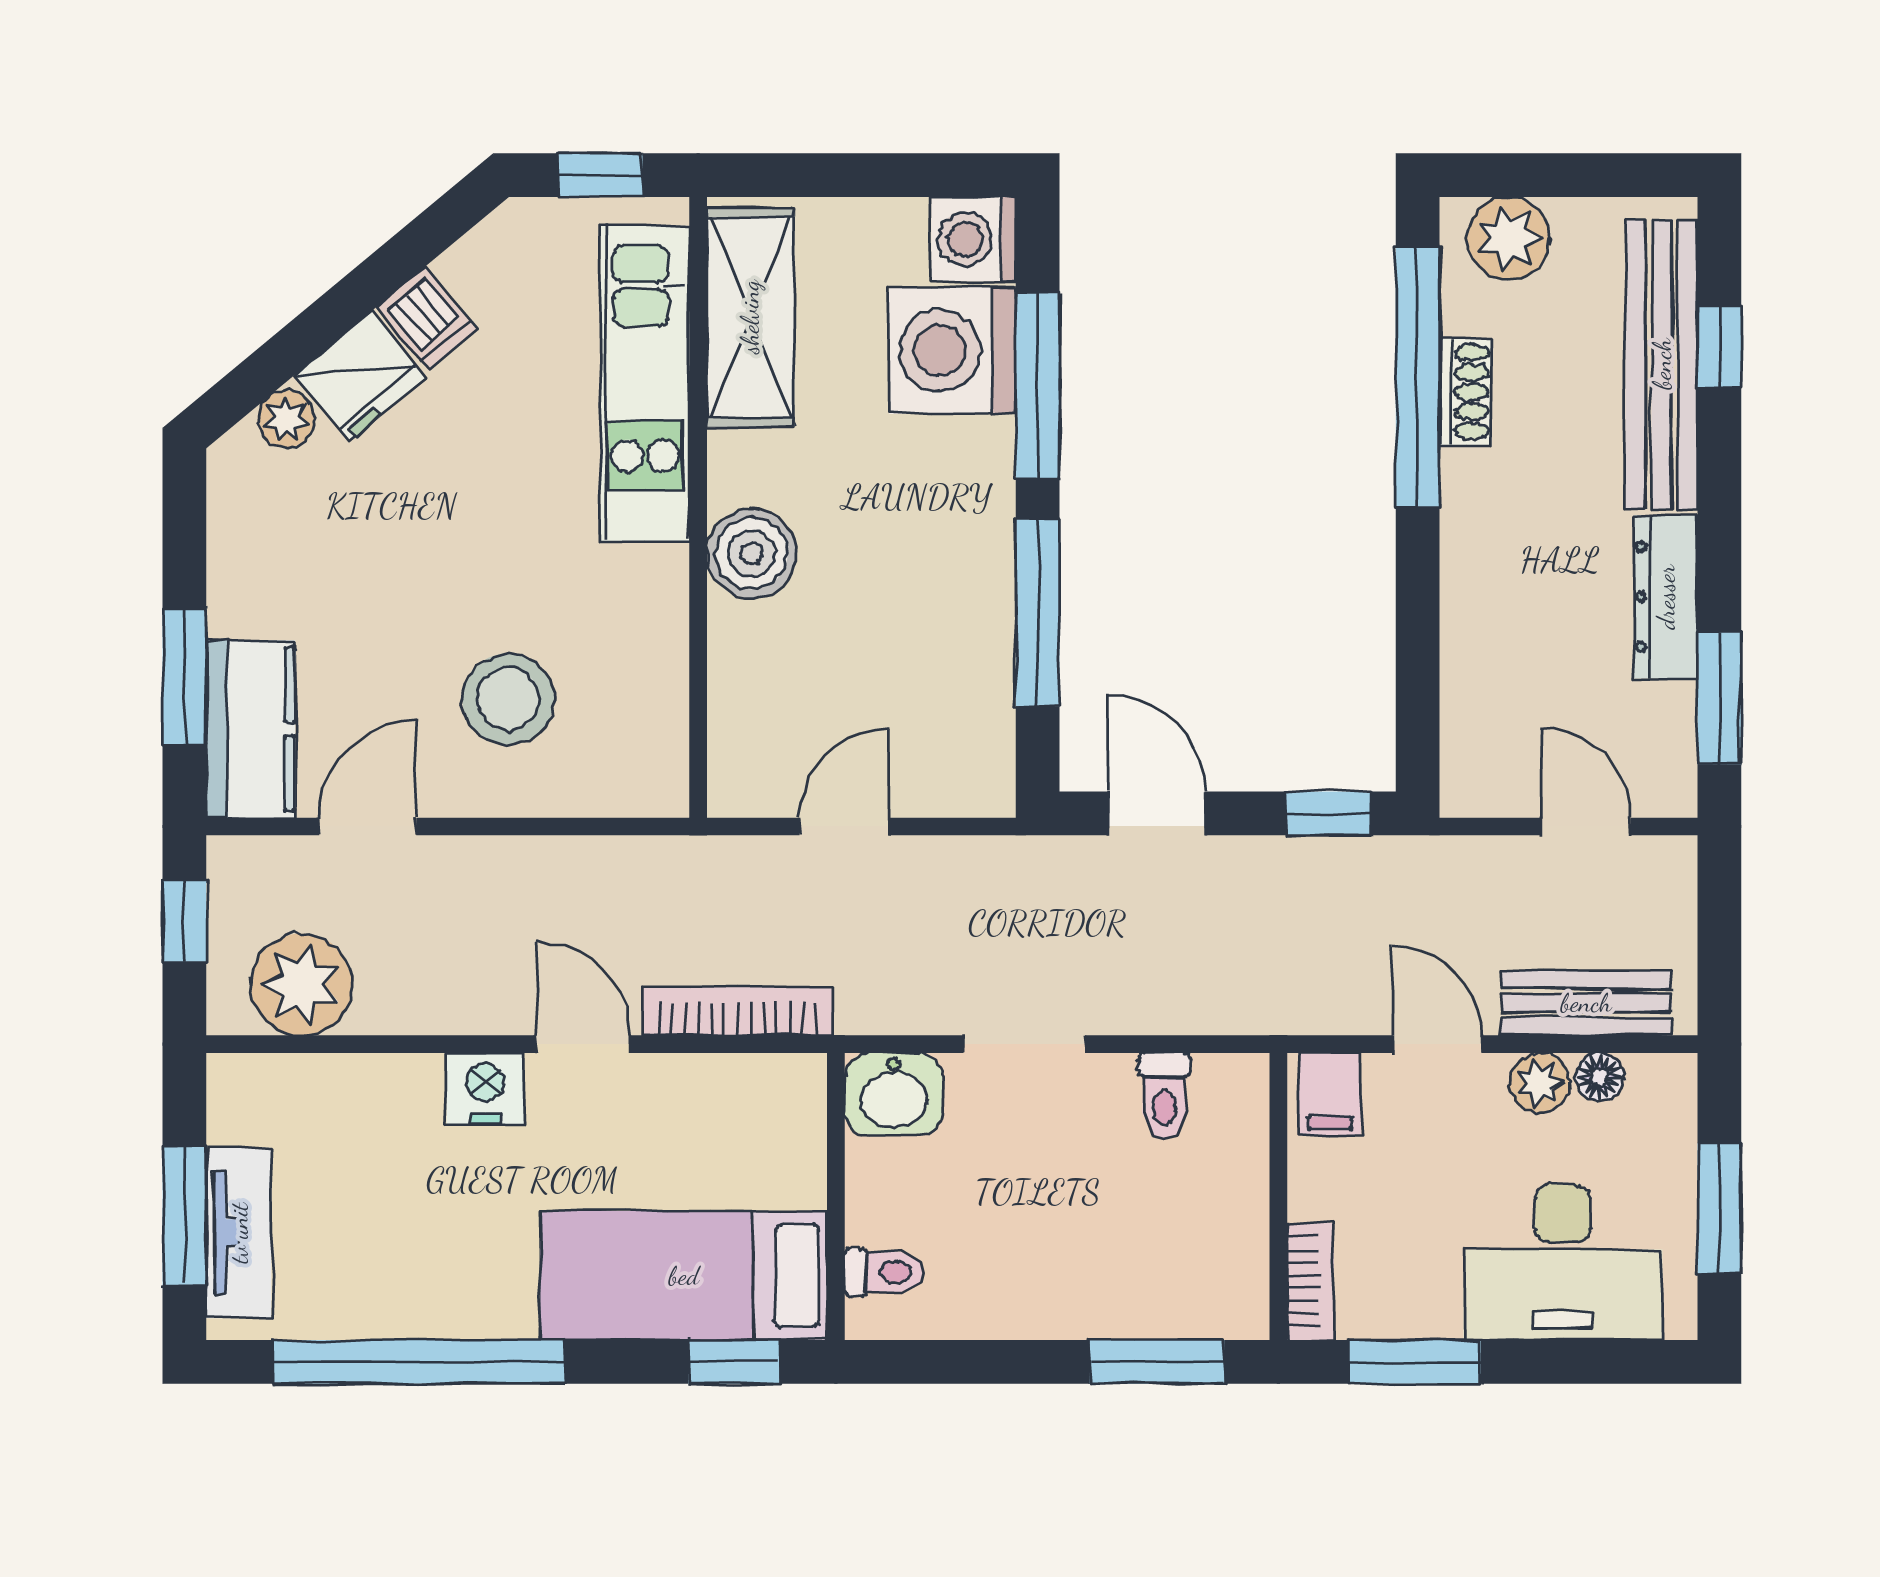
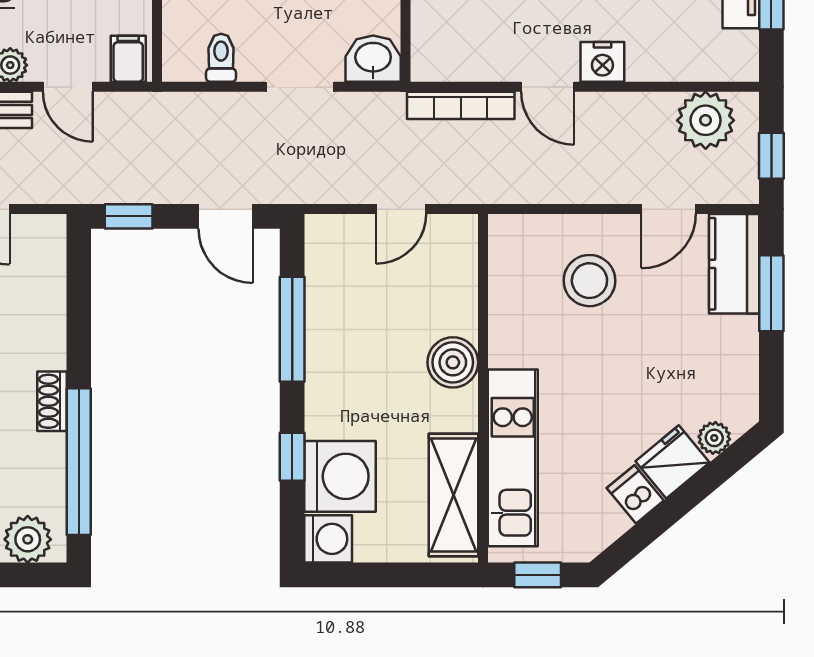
window: (1038, 385) -> (292, 457), width x0.46
shoe rack: (1465, 392) -> (52, 401), moved

